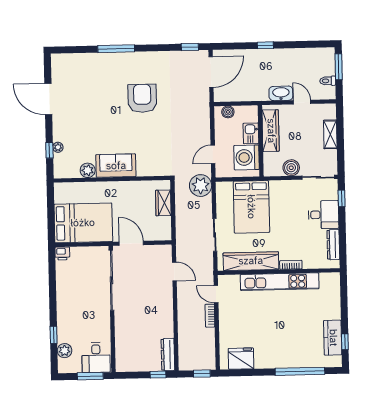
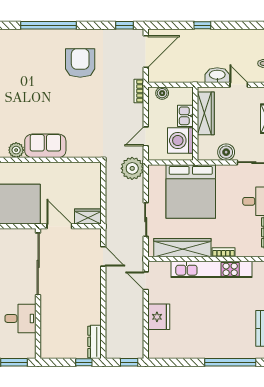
window: (116, 49) -> (48, 25), width x1.46
armchair: (142, 98) -> (80, 63), moved
wardrobe: (163, 203) -> (88, 217), moved, turned 90
bed: (251, 207) -> (191, 192), width x1.36
bookcase: (210, 316) -> (139, 91), moved
desk: (96, 358) -> (20, 318), moved, turned -90
fridge: (241, 359) -> (159, 317), moved, turned 90

